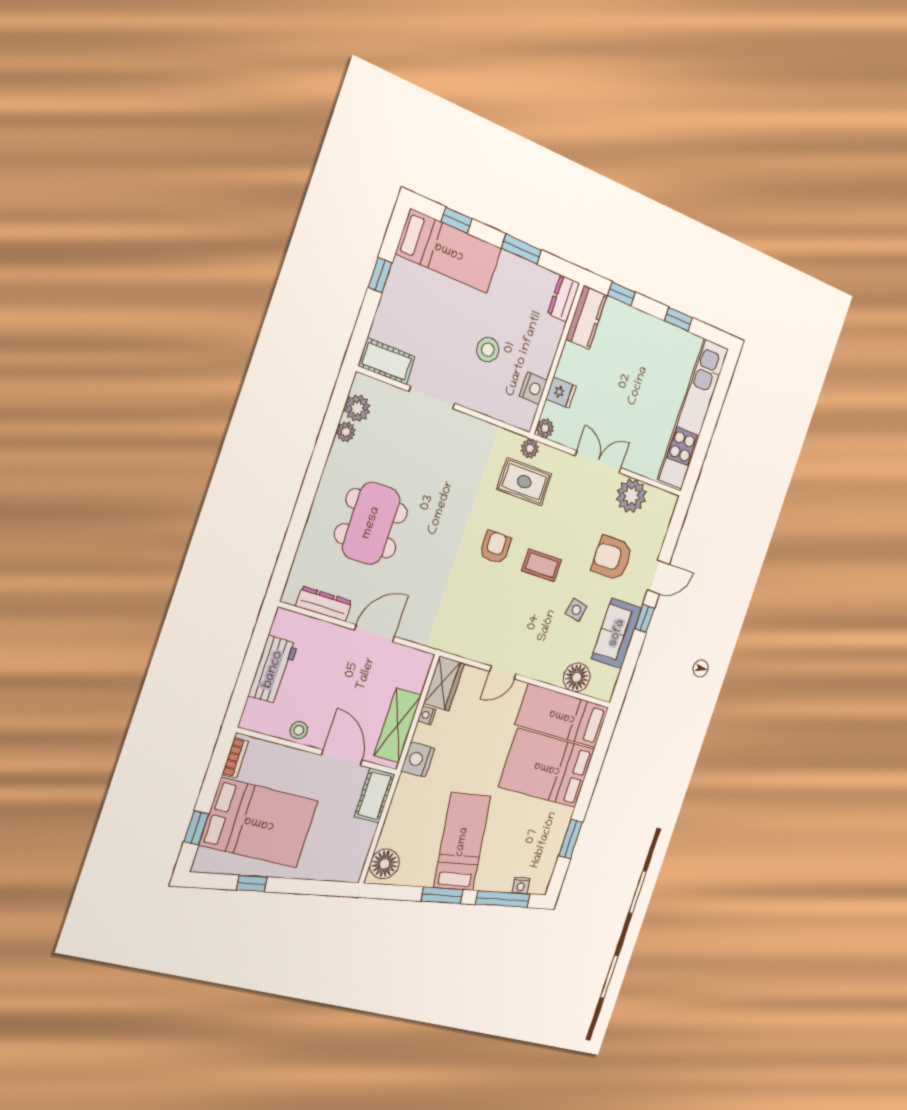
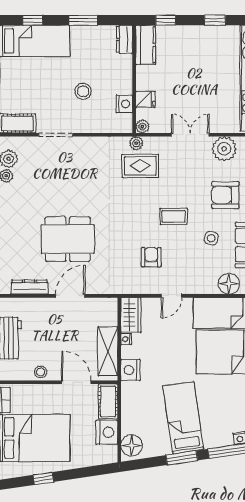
dining table: (371, 523) -> (68, 239), moved, turned 90
armchair: (495, 547) -> (151, 257), moved
nightstand: (359, 838) -> (107, 432), added

